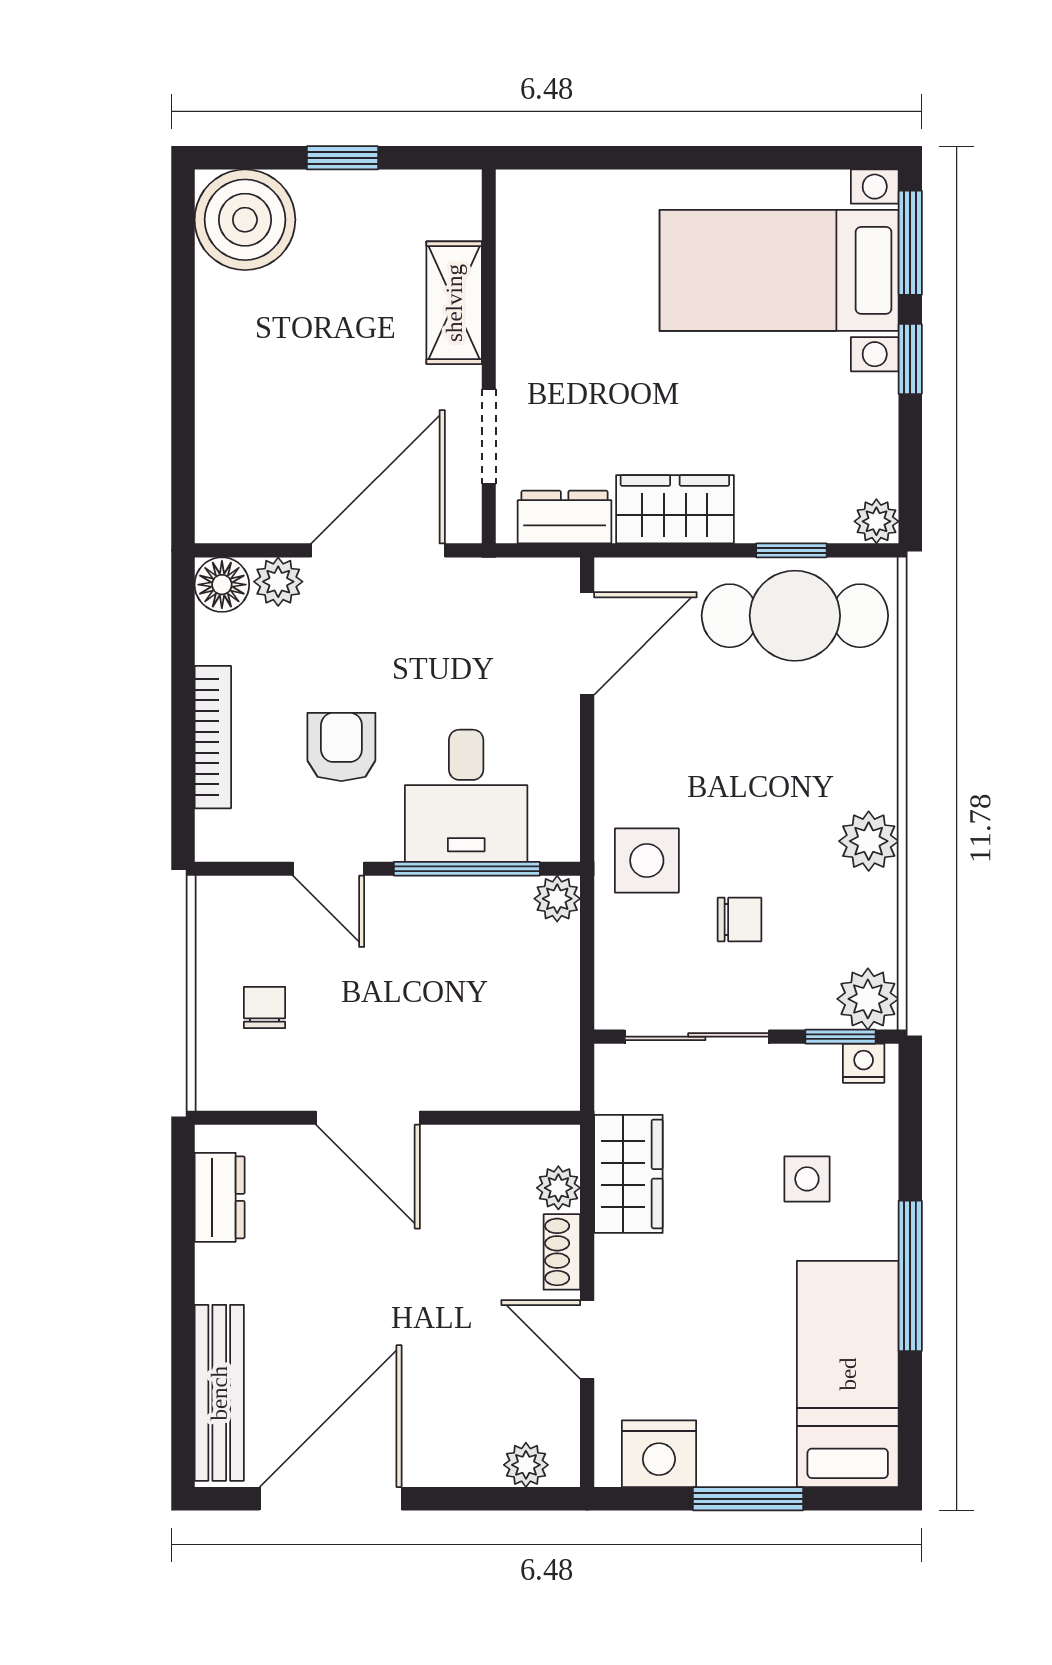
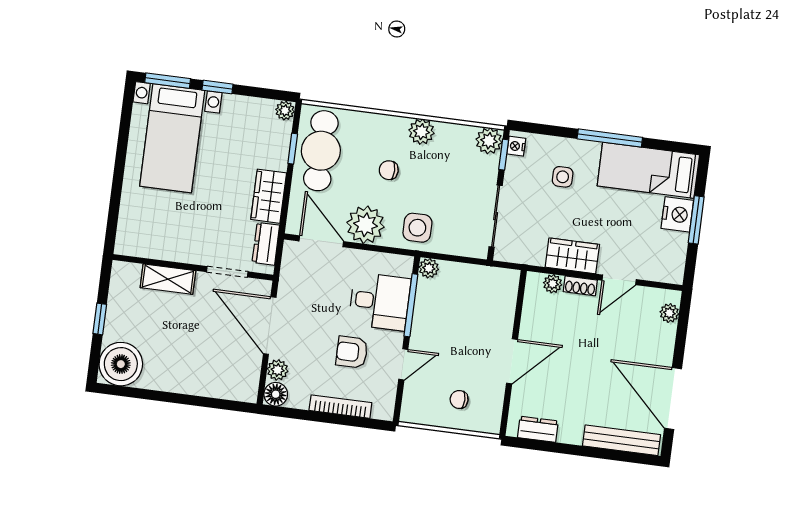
plant: (638, 740) -> (366, 225), added
chair: (740, 919) -> (389, 170), moved, turned -90
wardrobe: (628, 1174) -> (572, 256), moved
nightstand: (659, 1454) -> (677, 214), moved

